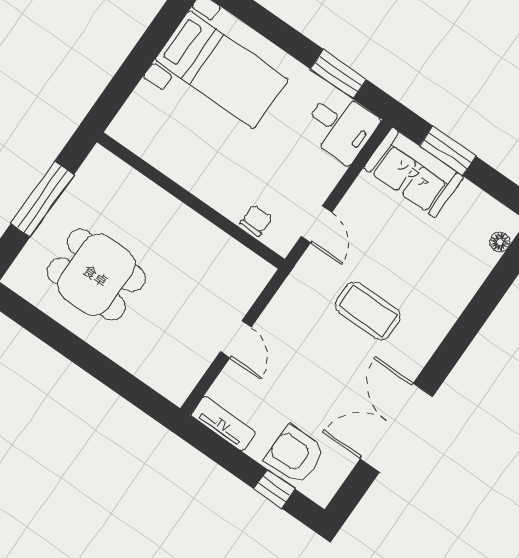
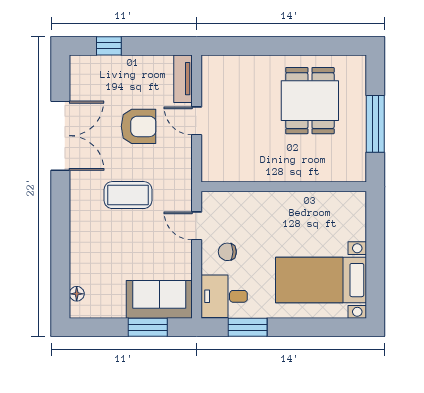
chair: (256, 220) -> (227, 252), moved, turned 90
dining table: (96, 275) -> (310, 101), turned 90
tv unit: (223, 424) -> (183, 79), moved, turned 90
armchair: (295, 455) -> (138, 126), moved

